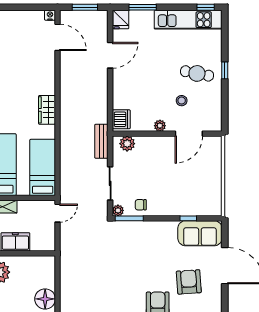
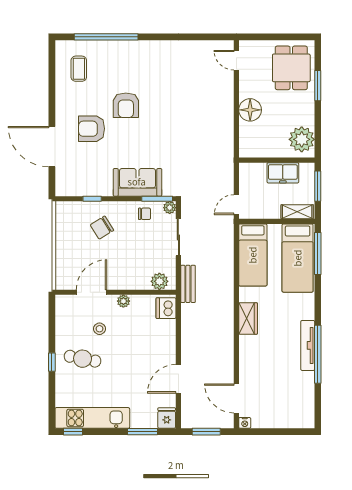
chair: (179, 192) -> (102, 228), added
sofa: (200, 233) -> (137, 182), moved
armchair: (189, 282) -> (92, 129), turned 94

